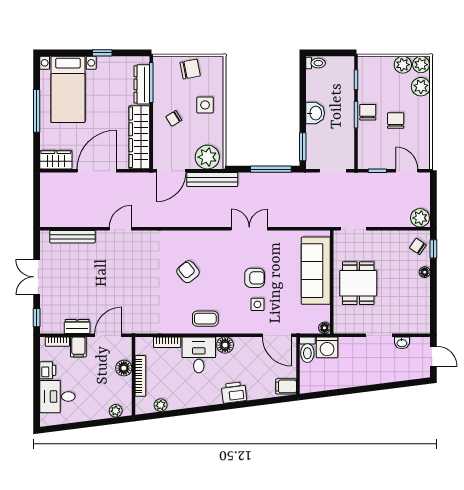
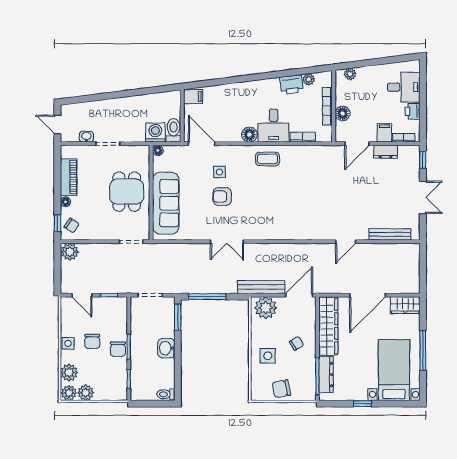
side table: (422, 118) -> (68, 343), added
armchair: (188, 272) -> (283, 202), removed
piano: (421, 299) -> (69, 177), added
printer: (234, 392) -> (291, 85), moved

